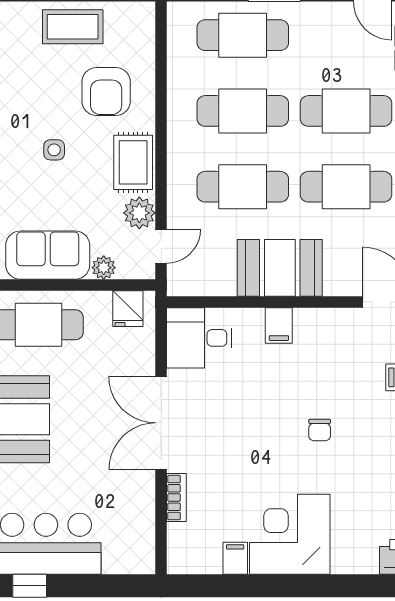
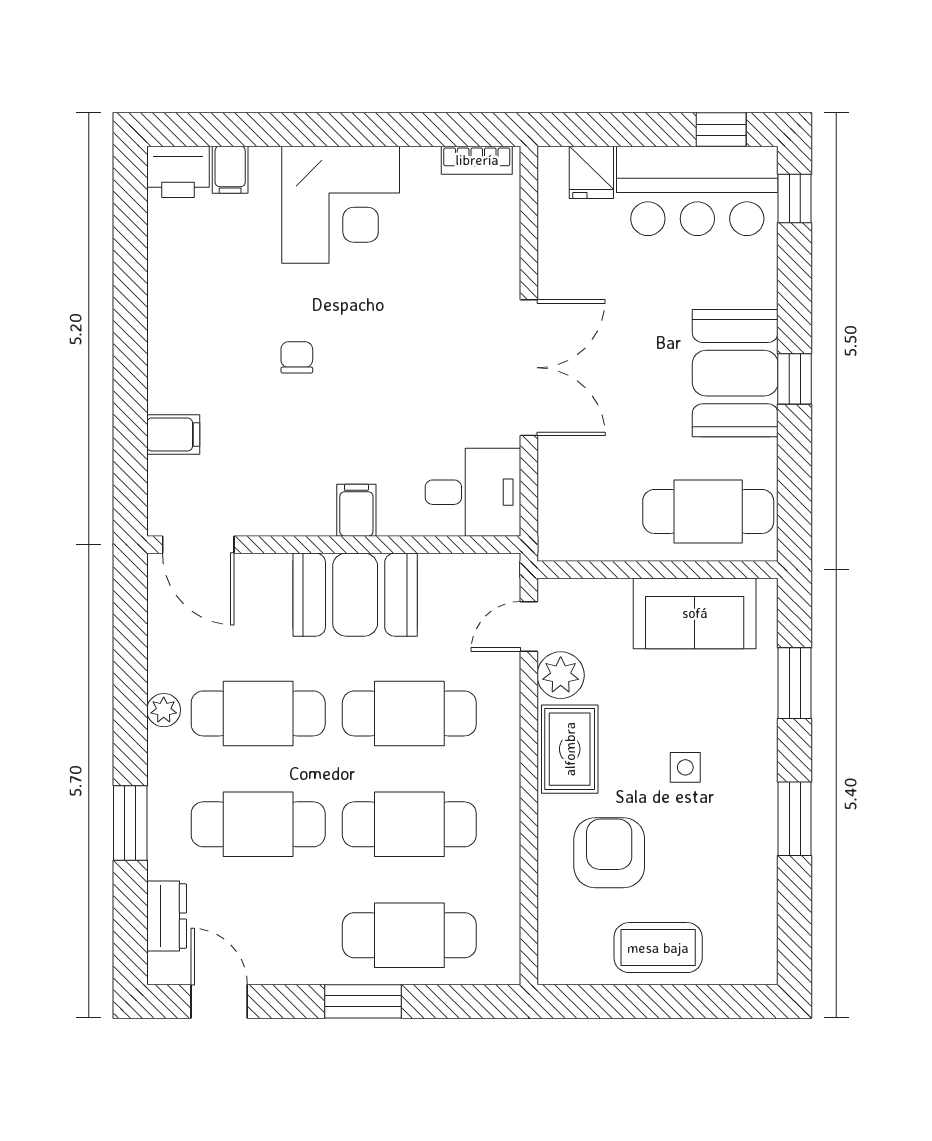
plant: (104, 268) -> (613, 595), removed
fridge: (128, 309) -> (591, 172), moved, turned 180
bookcase: (176, 498) -> (477, 160), moved, turned -90
filing cabinet: (235, 558) -> (230, 170), moved

